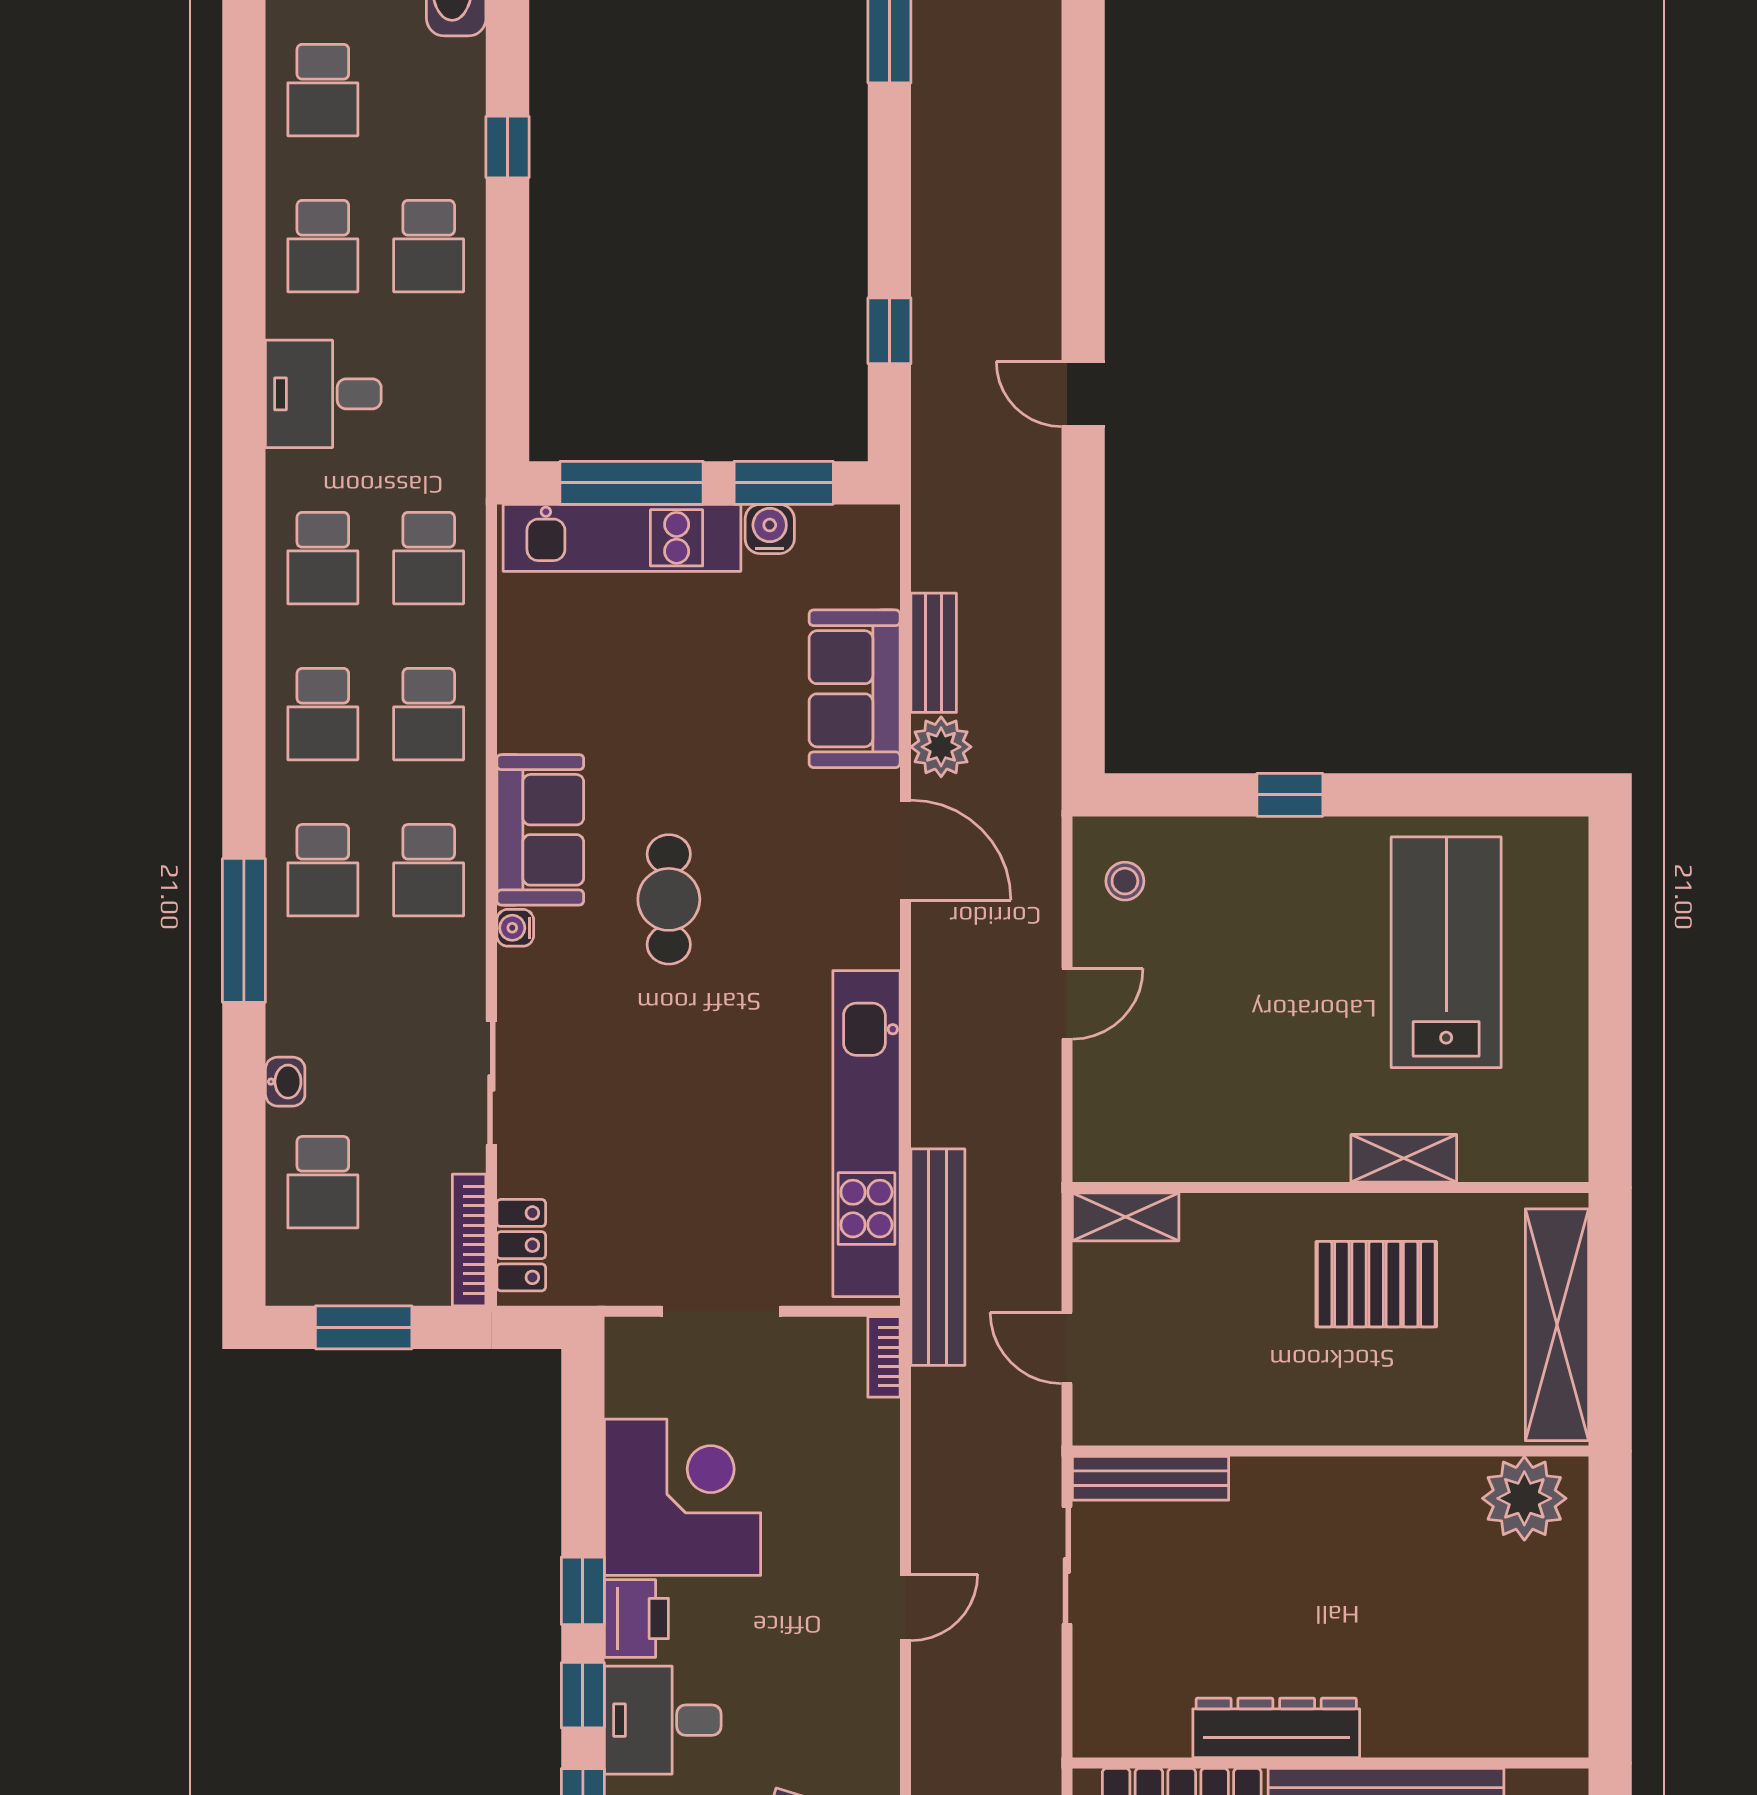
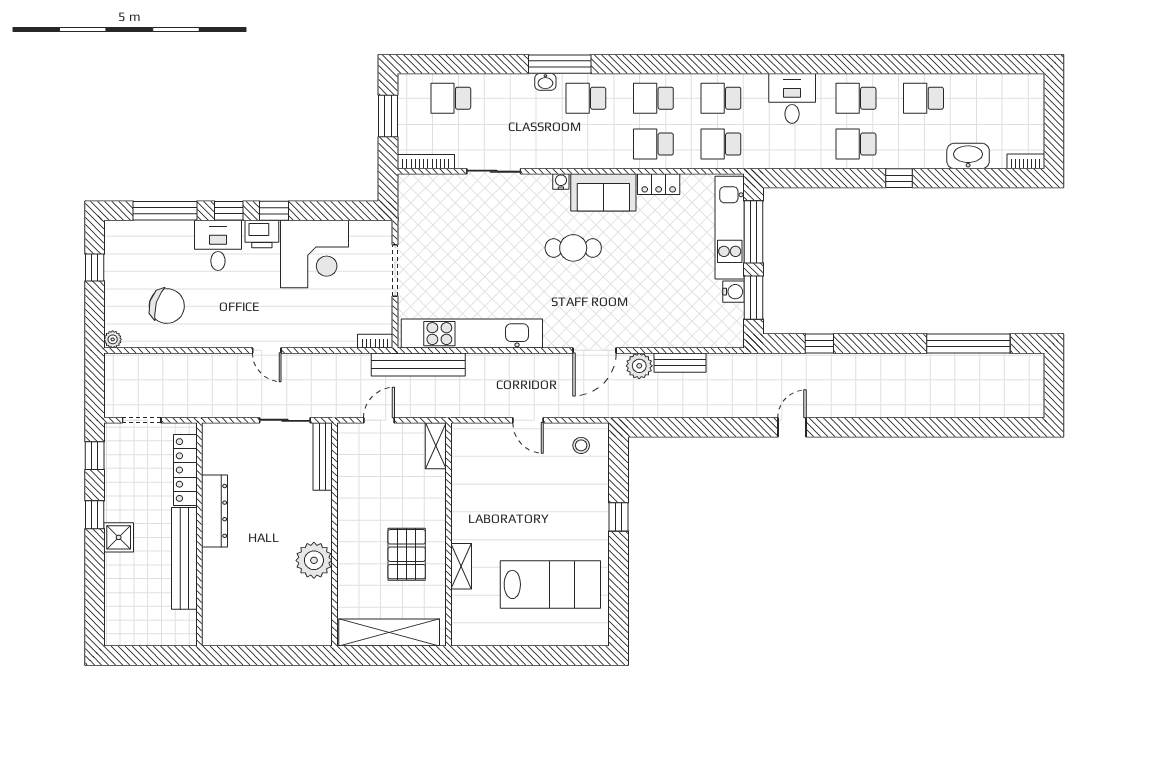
sofa: (855, 689) -> (664, 328), removed
school desk: (429, 870) -> (586, 144), removed
washbasin: (285, 1082) -> (545, 82), moved
locker: (521, 1245) -> (659, 184), moved
plant: (1524, 1498) -> (314, 560), moved

